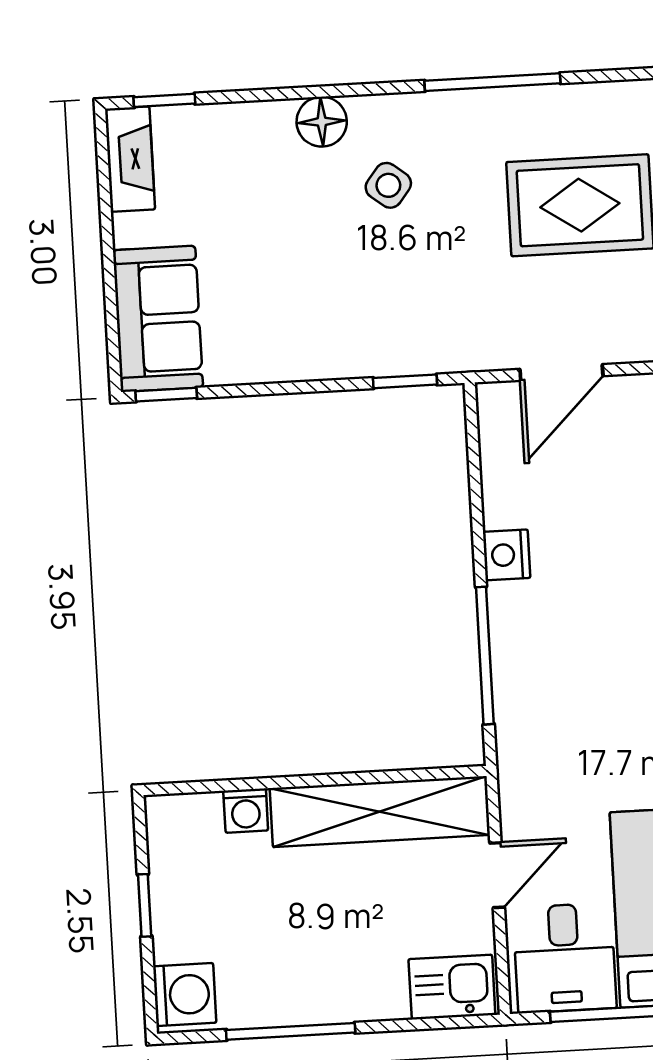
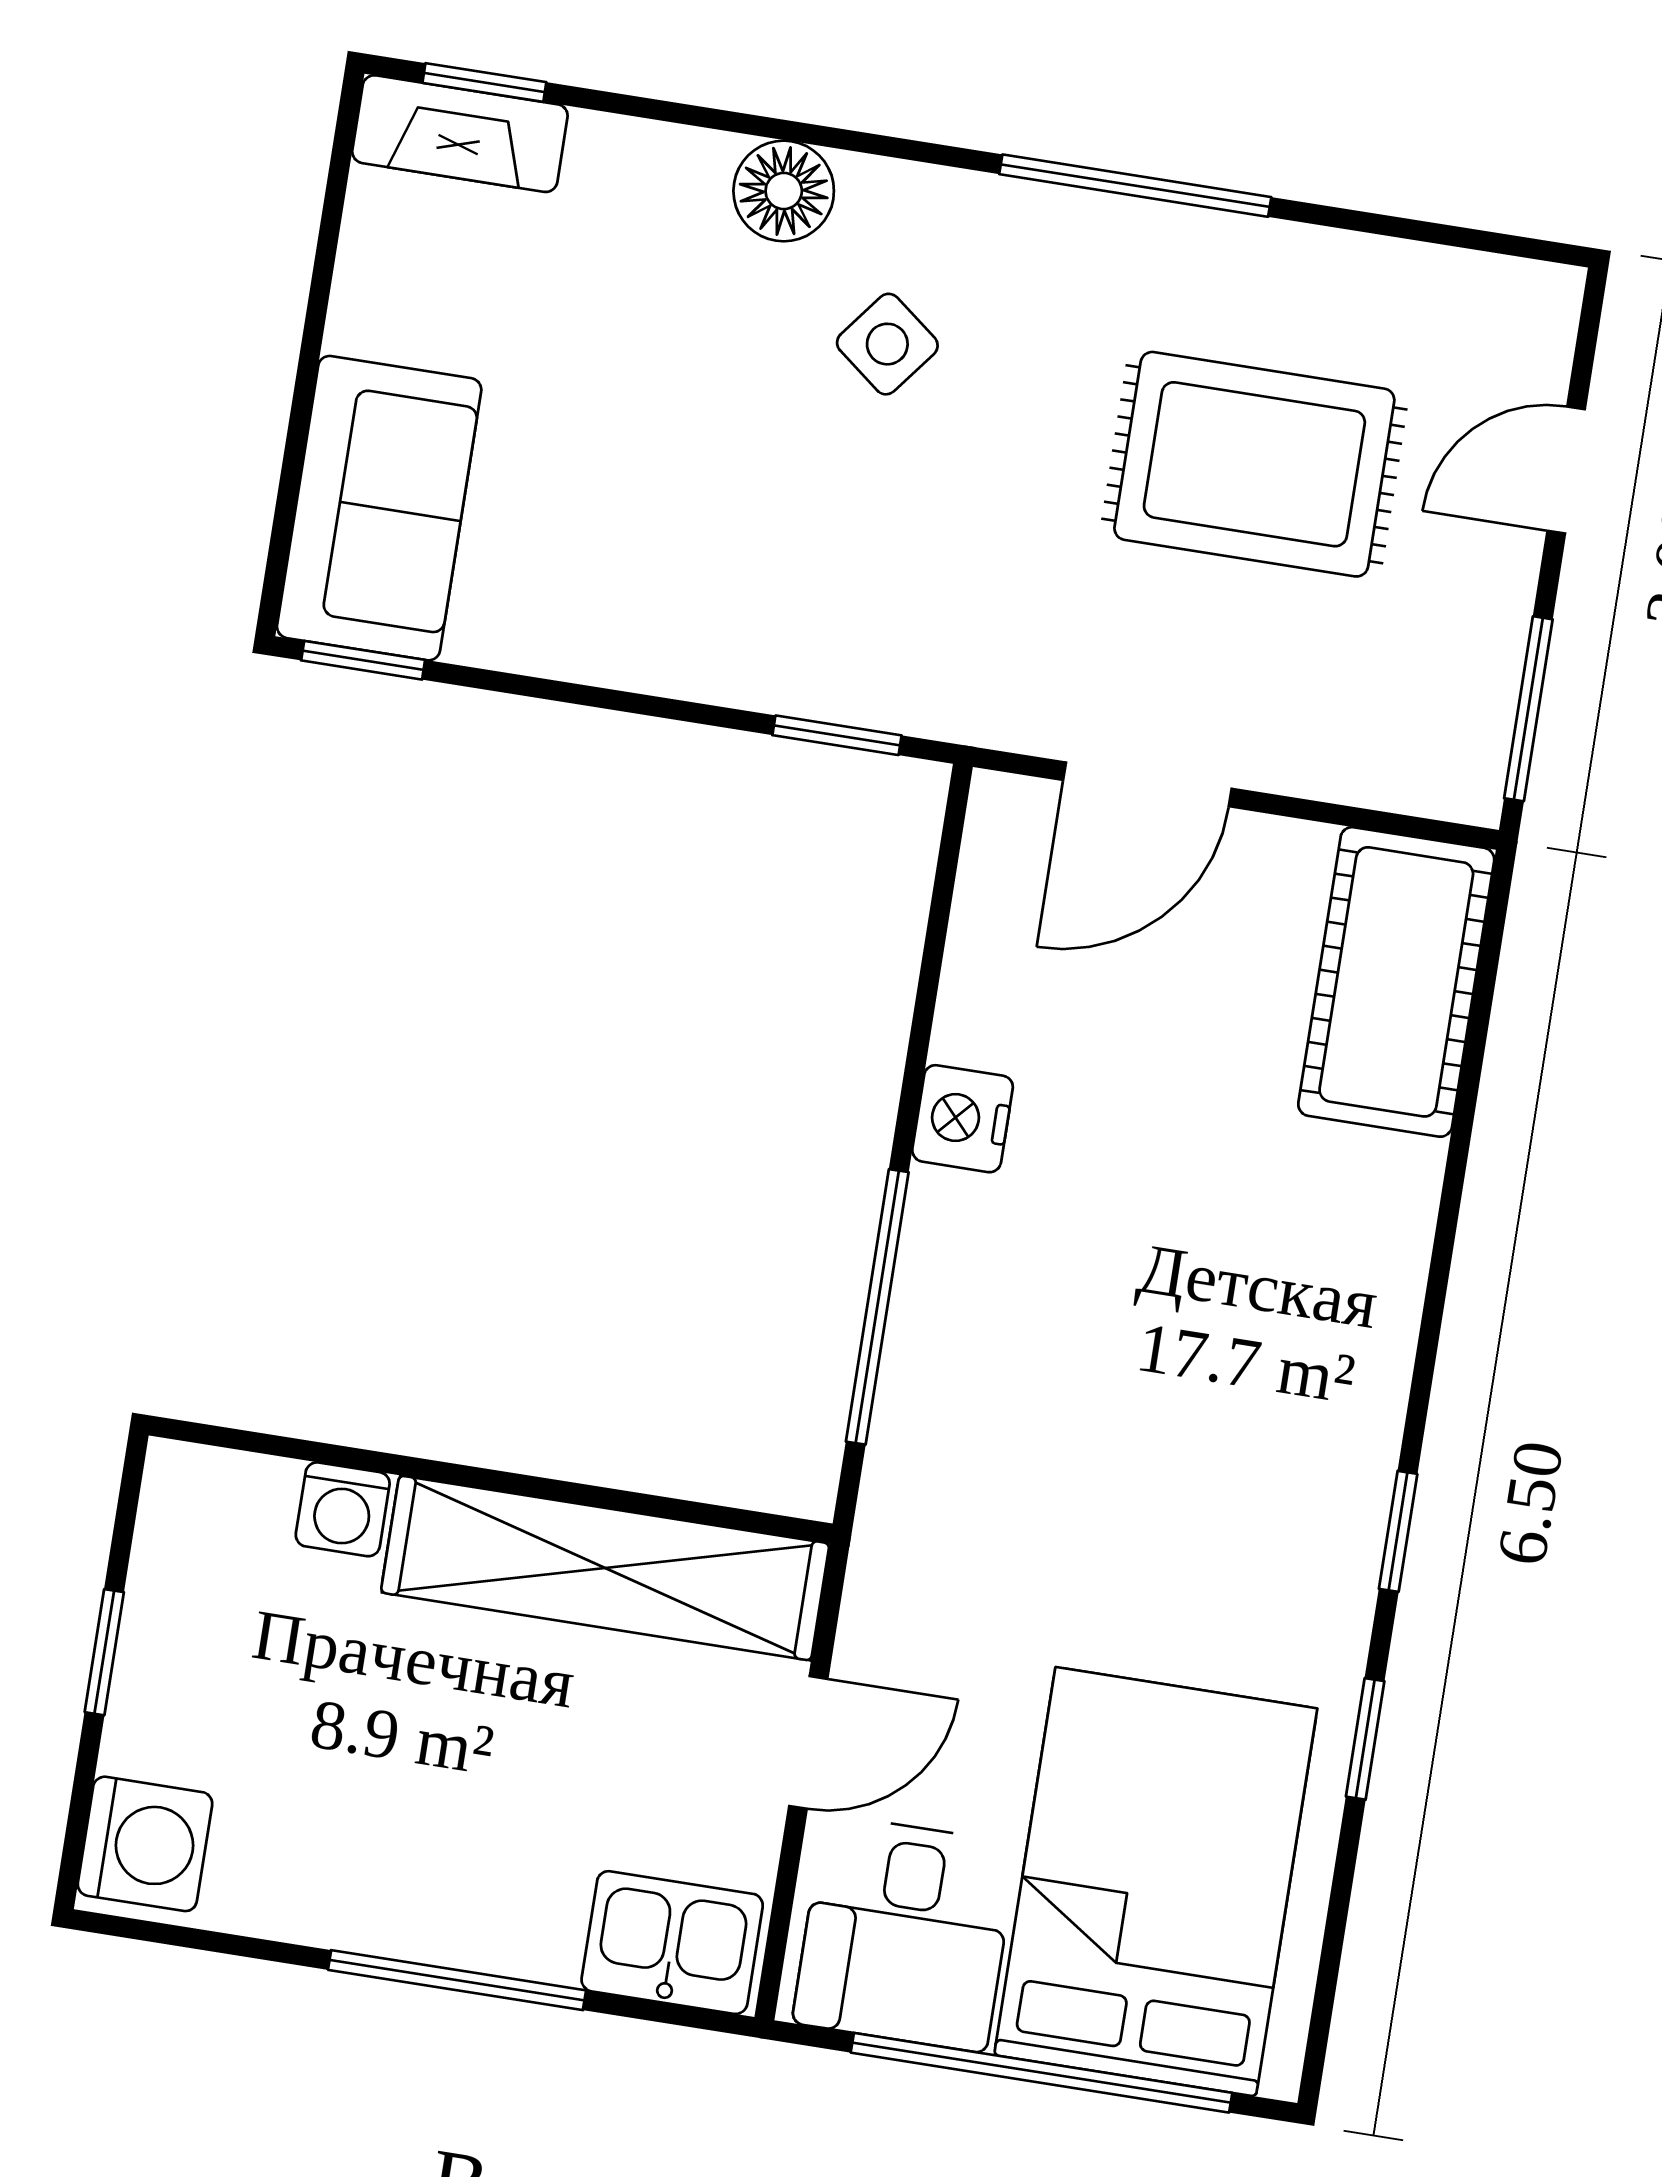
fireplace: (130, 159) -> (460, 134), moved, turned 90
window: (291, 1031) -> (457, 1980), moved

